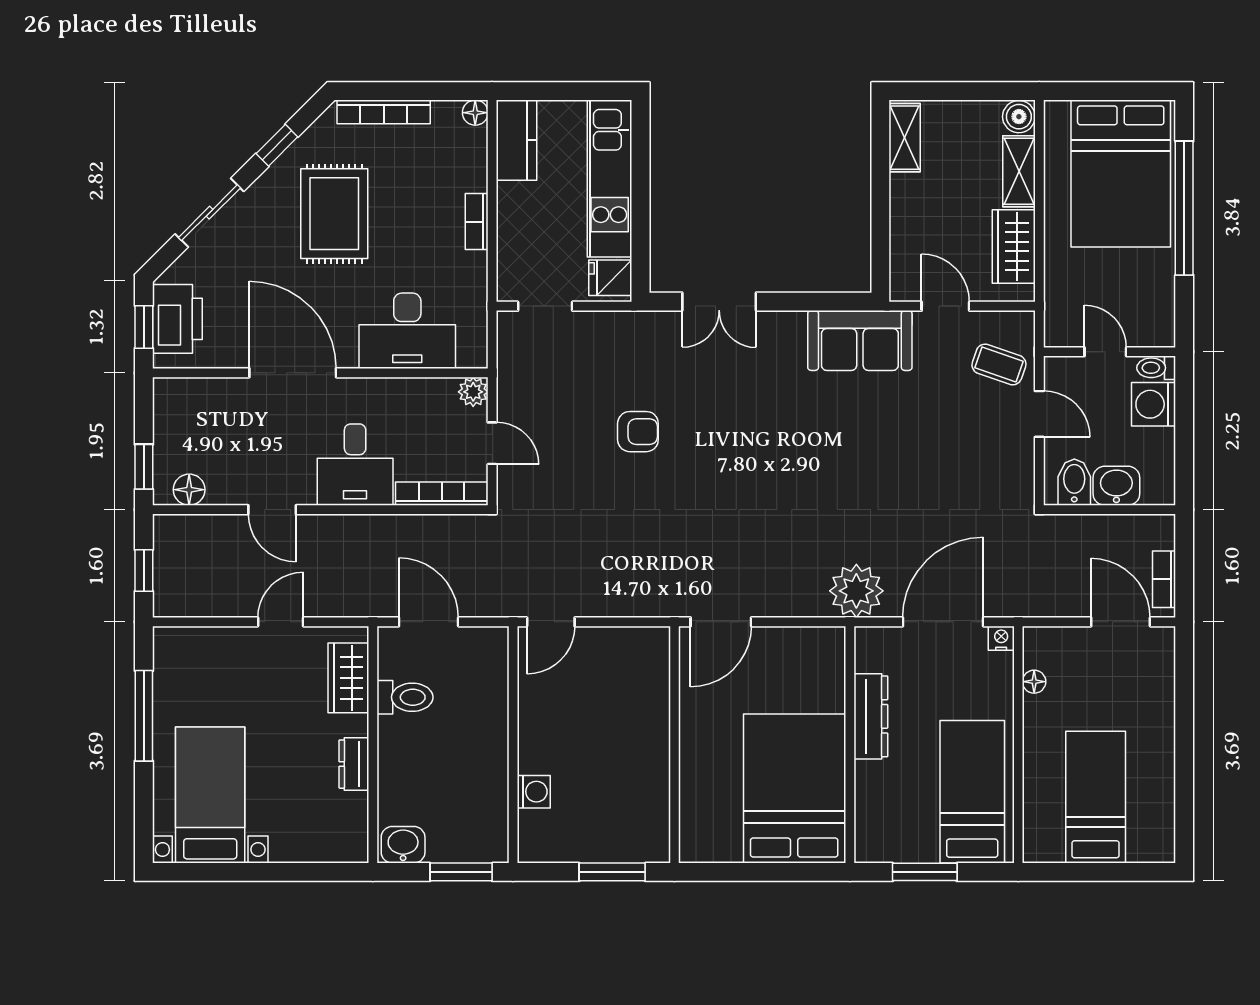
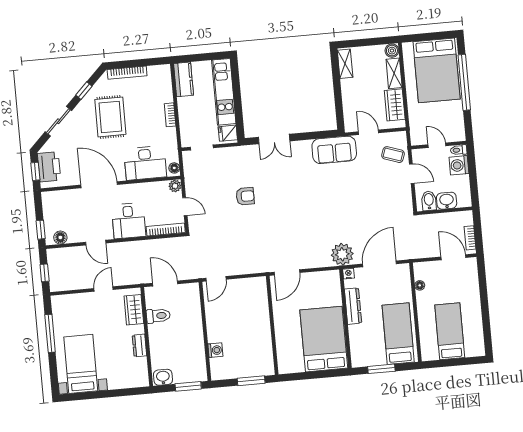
floor lamp: (475, 113) -> (174, 168), moved
nightstand: (1001, 638) -> (348, 274), moved

